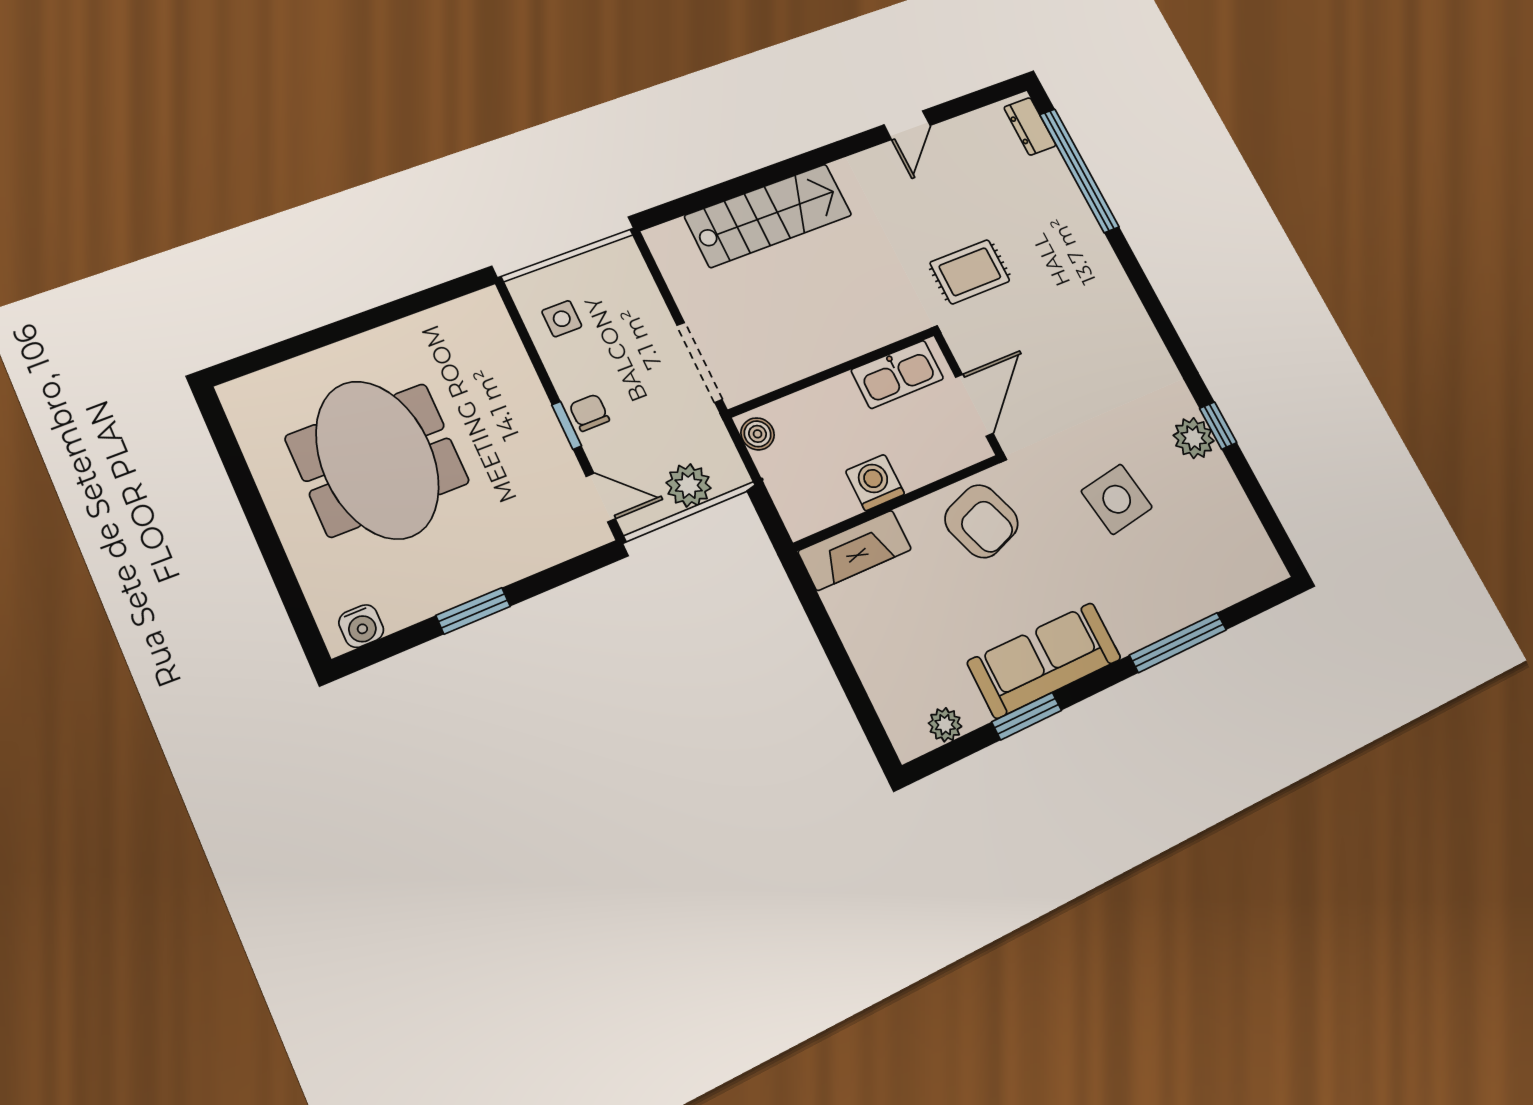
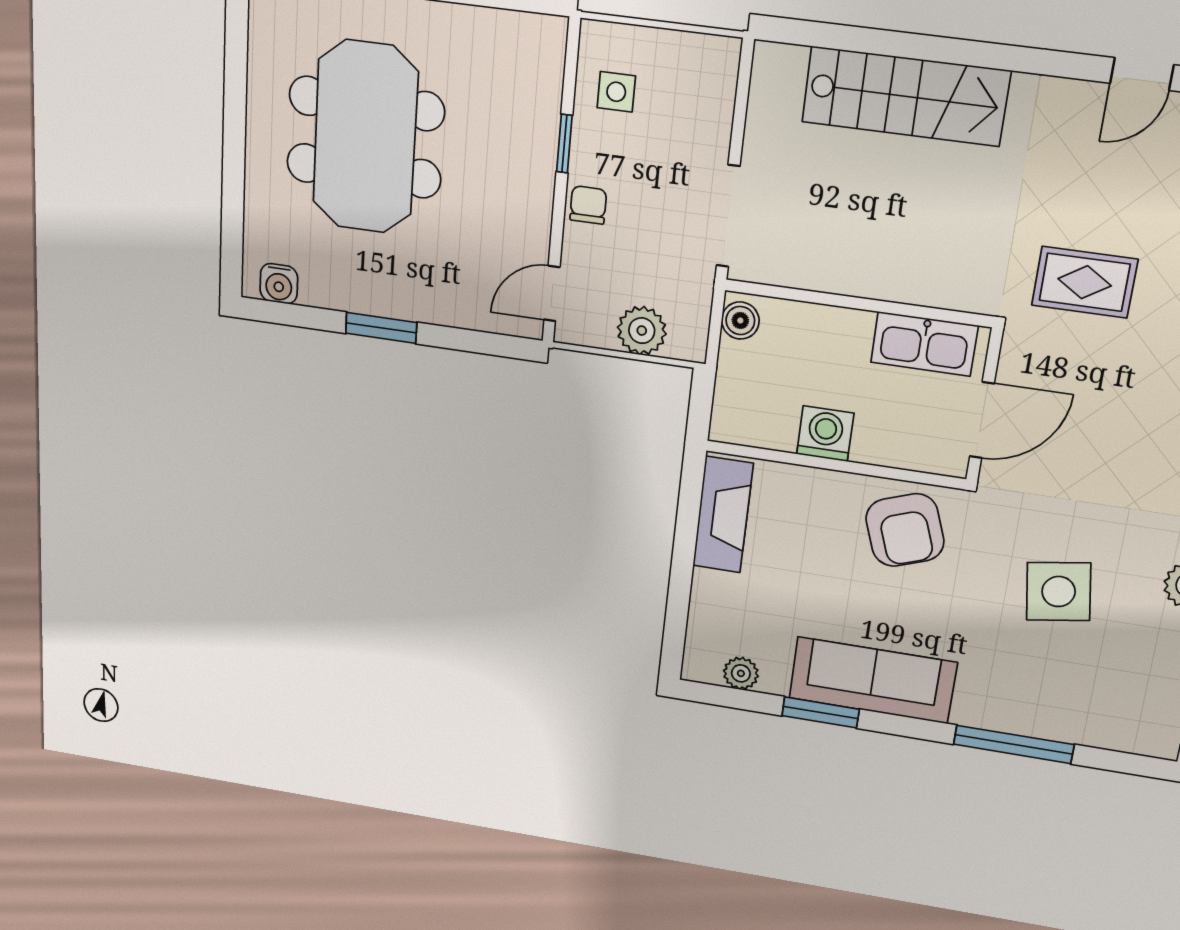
window: (567, 425) -> (564, 144), moved
door: (601, 498) -> (552, 293), swing flipped
fireplace: (855, 550) -> (723, 515), moved, turned -90

